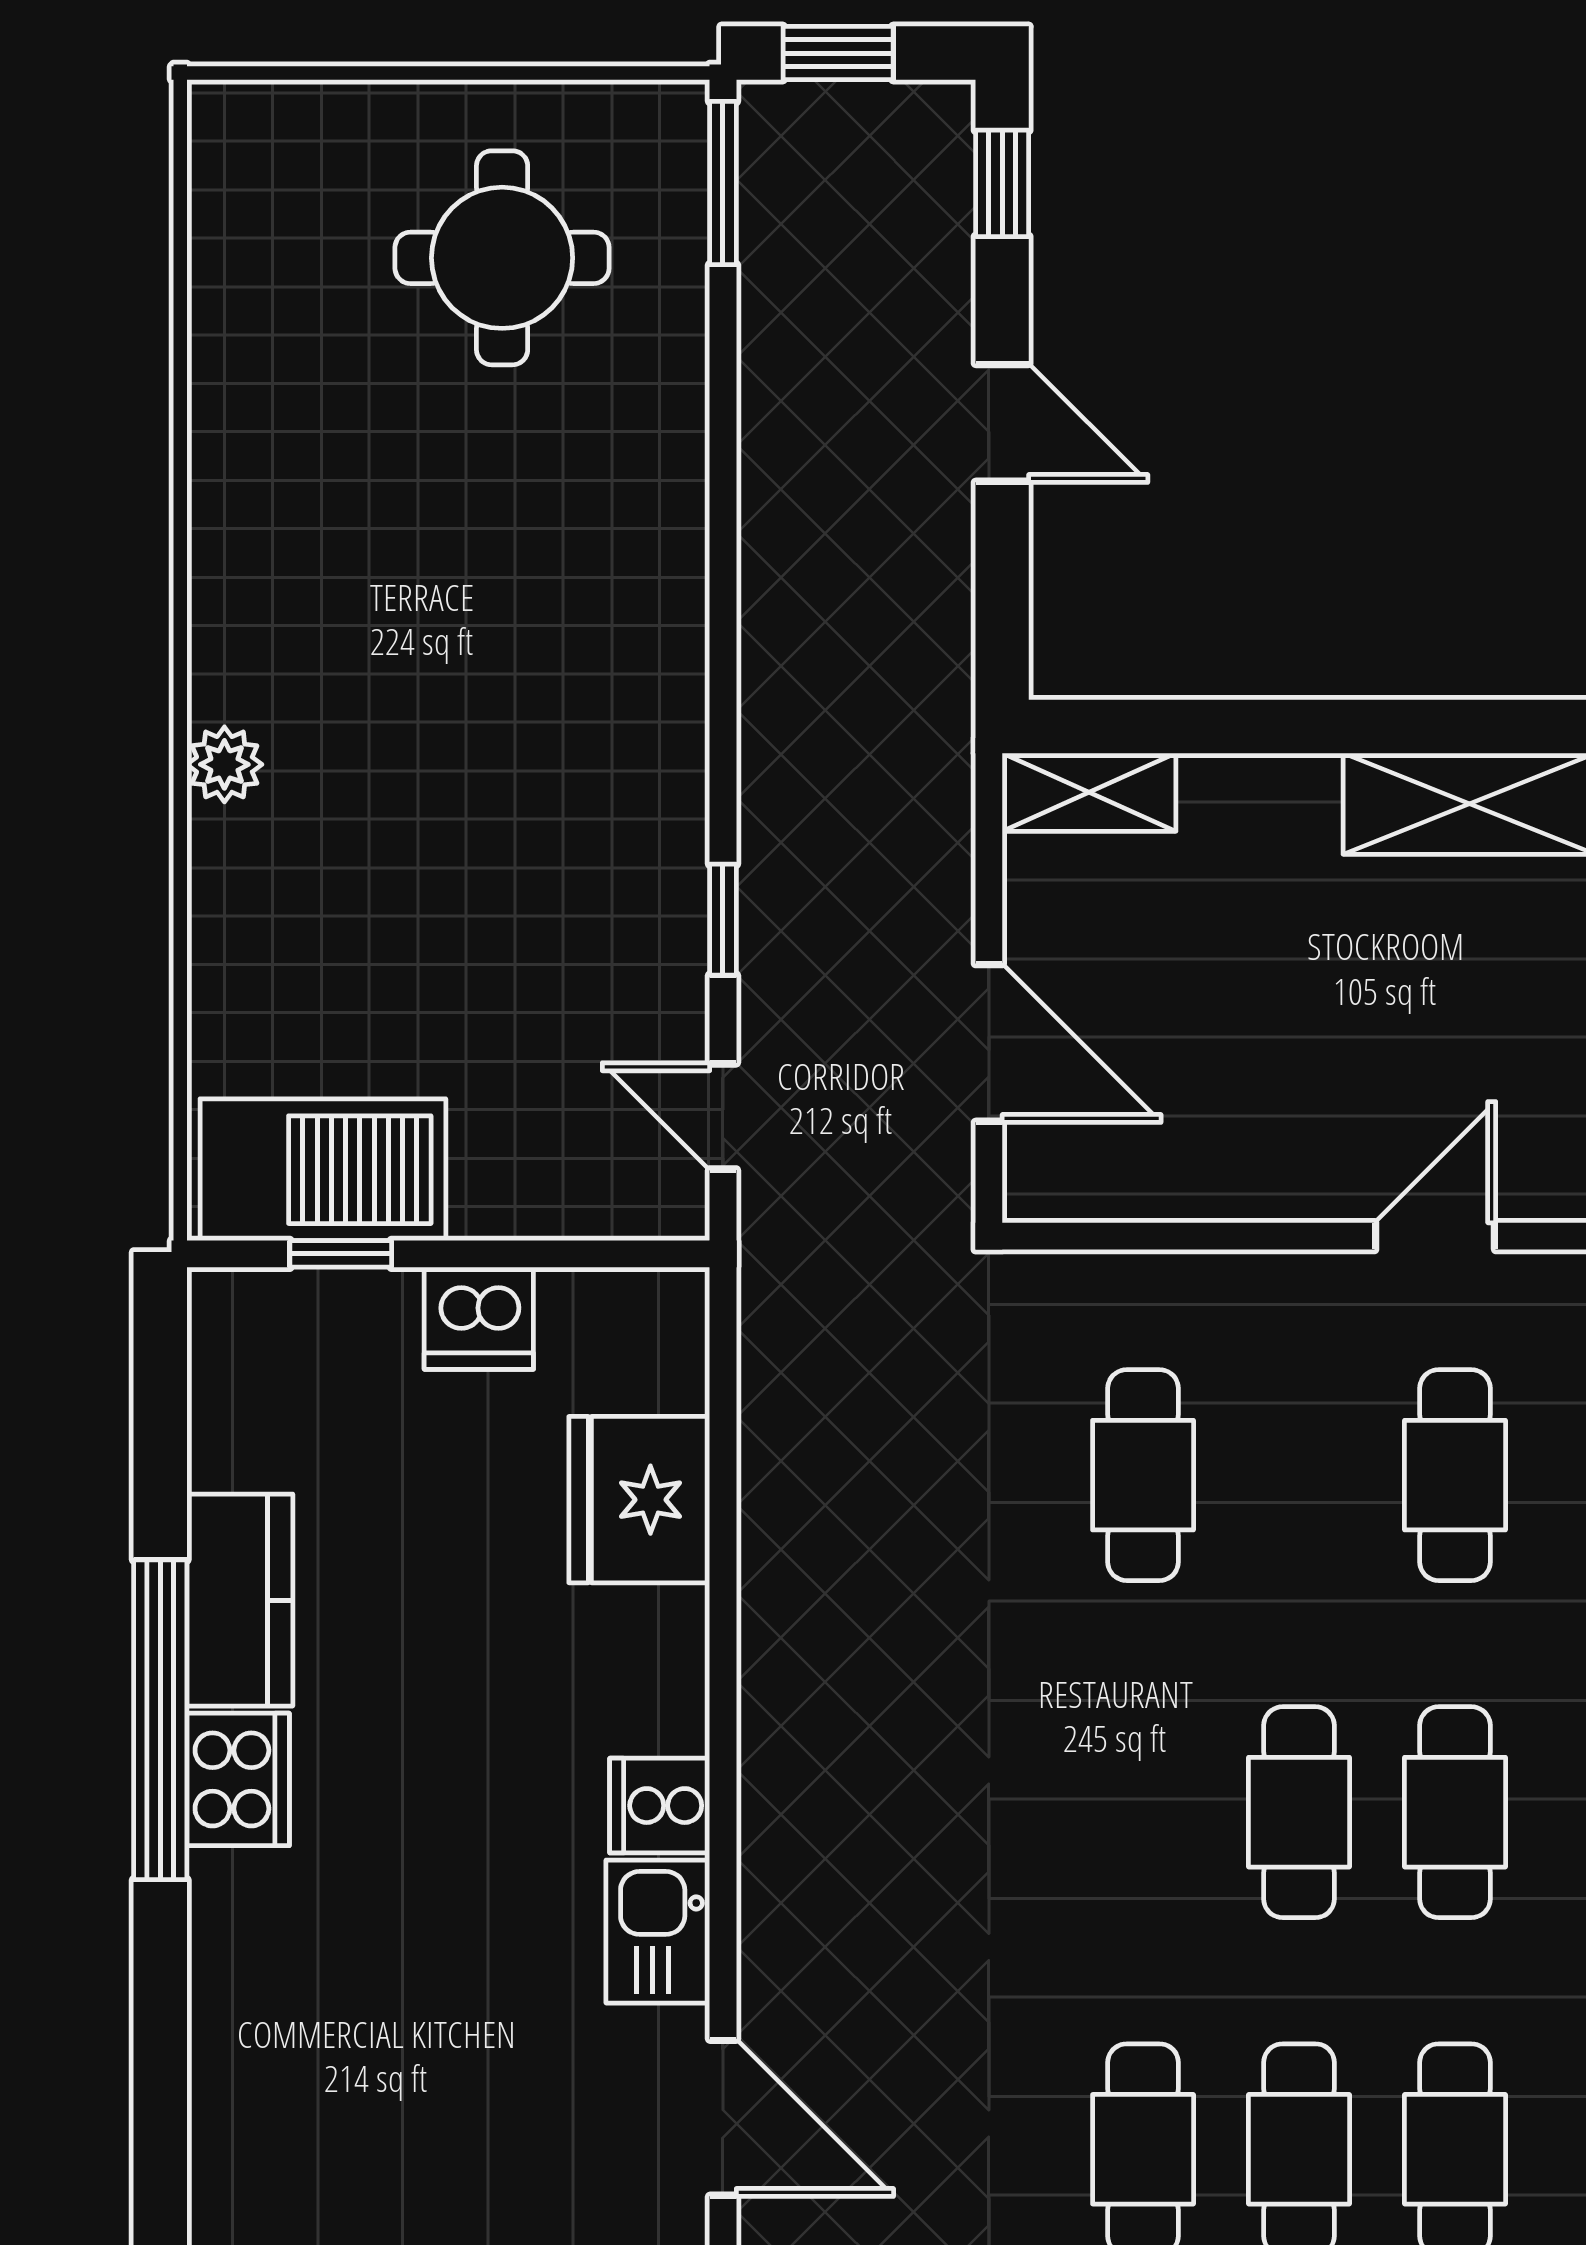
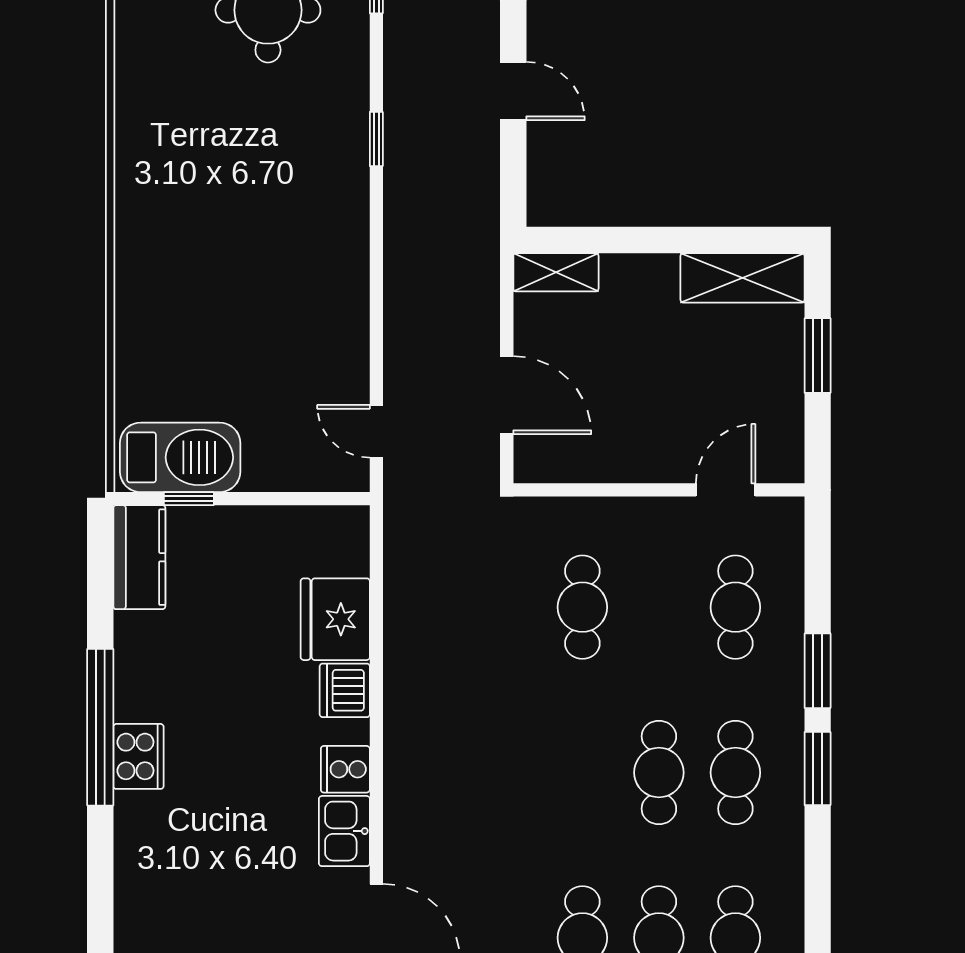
plant: (224, 764) -> (132, 259), removed
window: (723, 920) -> (376, 139), moved
dishwasher: (479, 1318) -> (345, 690), moved, turned 90
kitchen counter: (240, 1600) -> (139, 557), moved

